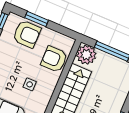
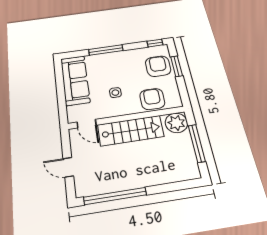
armchair: (27, 34) -> (158, 66), turned 180

